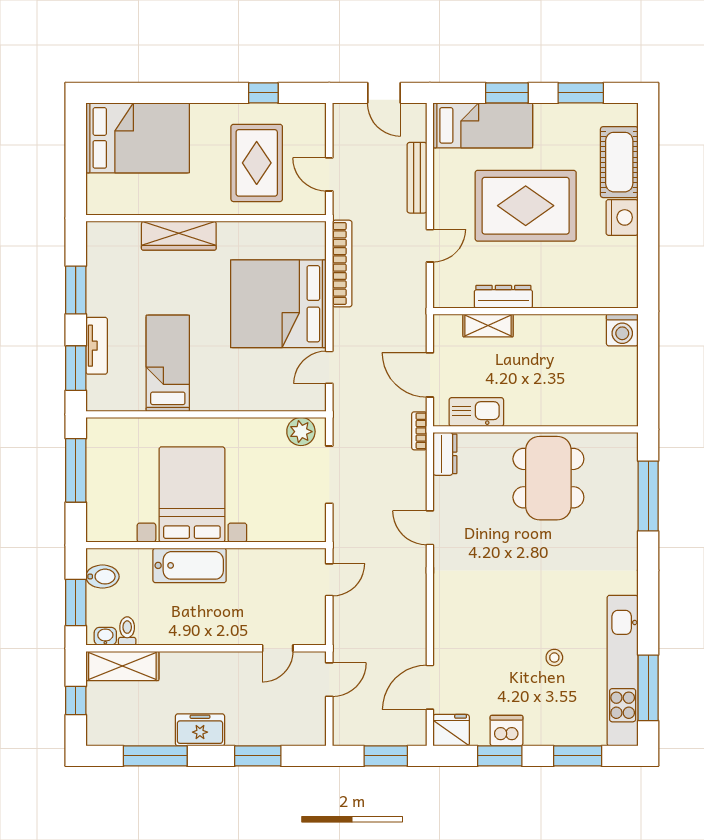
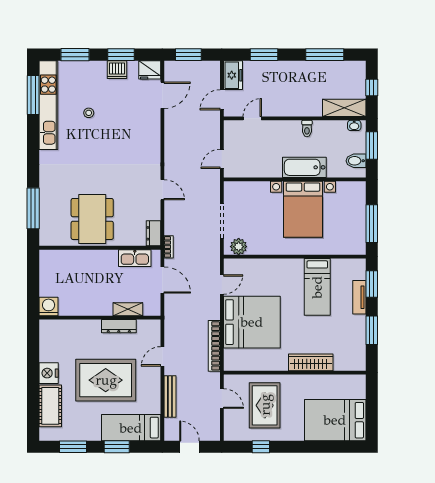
toilet: (127, 631) -> (307, 129), moved
freezer: (200, 730) -> (233, 75), moved, turned -90

